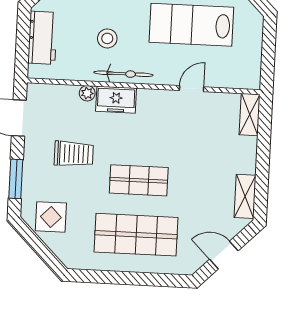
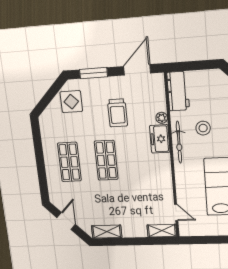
workbench: (43, 38) -> (178, 91), moved, turned -90
door: (192, 89) -> (176, 212), moved
shop shelf: (136, 235) -> (69, 162), width x0.70, depth x0.74

